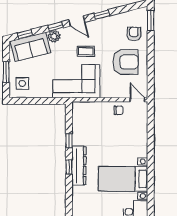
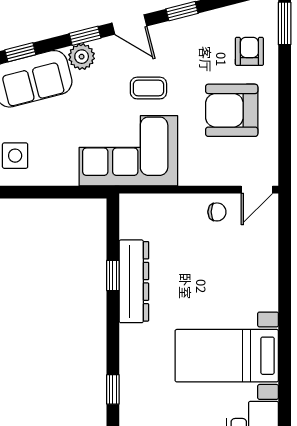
armchair: (126, 62) -> (232, 110), turned 180
door: (138, 100) -> (257, 190), swing flipped
dresser: (79, 166) -> (134, 281), moved
window: (69, 167) -> (113, 389), moved

